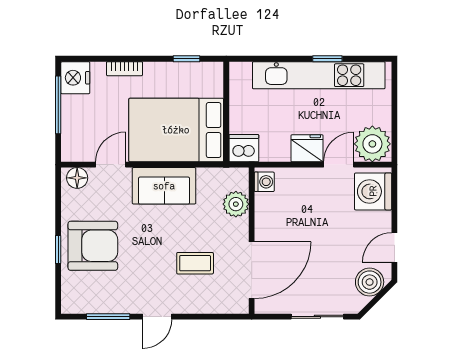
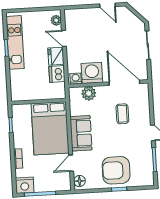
kitchen unit: (319, 75) -> (15, 42), width x0.73
plant: (372, 144) -> (56, 20), width x0.53, depth x0.53
dishwasher: (244, 148) -> (57, 74), moved
door: (111, 165) -> (71, 163), hinge flipped
washing machine: (373, 191) -> (92, 73), moved, turned 180
armchair: (93, 246) -> (116, 170), turned -90
boiler: (370, 282) -> (127, 18), removed

